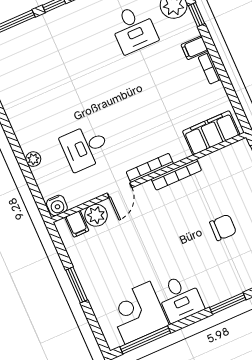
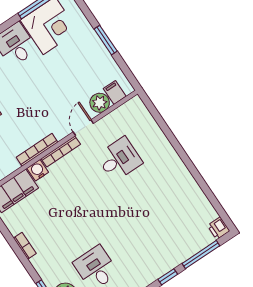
filing cabinet: (195, 48) -> (41, 261), removed
plant: (33, 159) -> (162, 141), removed
water cooler: (57, 205) -> (38, 170), moved

